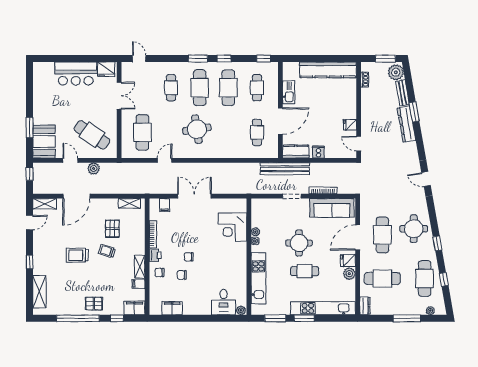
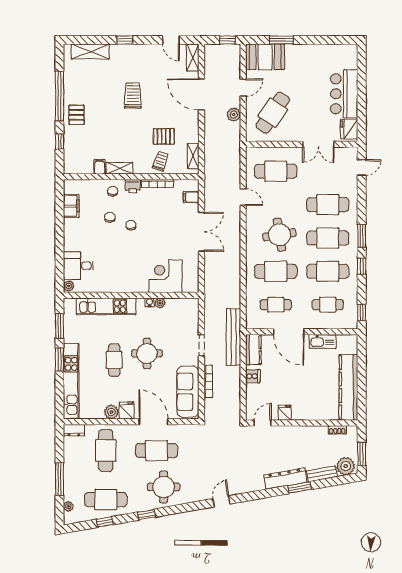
cafe table: (171, 88) -> (328, 205), width x1.37, depth x1.35
cafe table: (228, 132) -> (276, 271), added
trolley: (107, 251) -> (160, 161), moved
filing cabinet: (134, 308) -> (71, 162), removed

